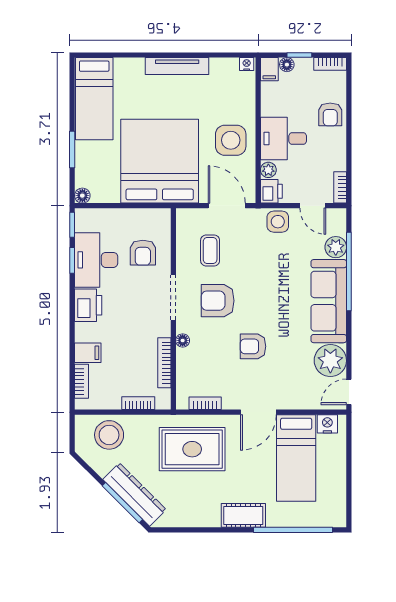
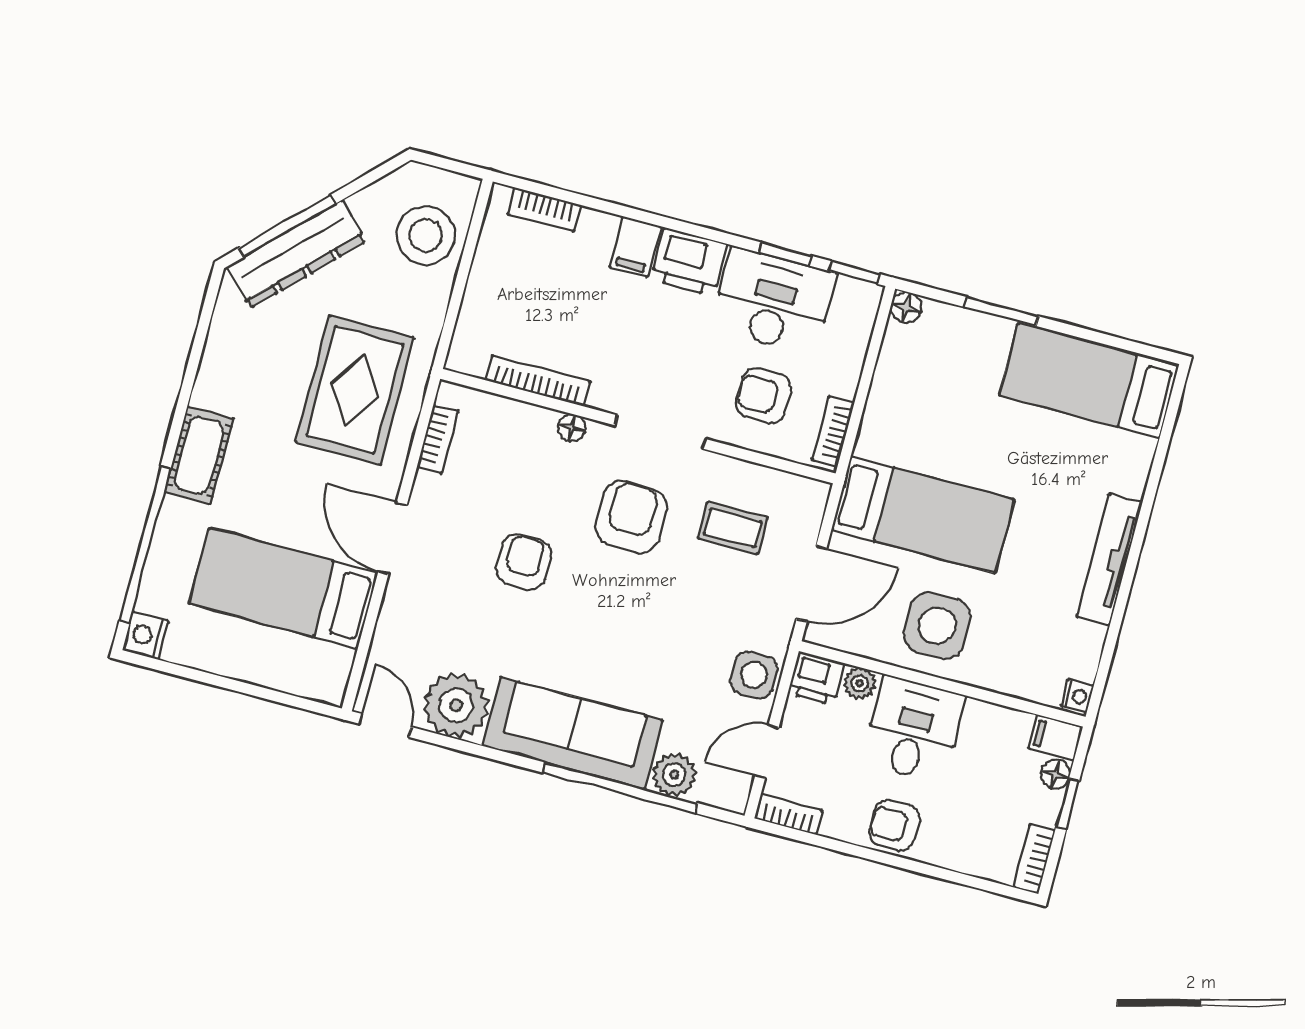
armchair: (330, 114) -> (894, 825), moved
bed: (160, 161) -> (923, 515), width x0.49
filing cabinet: (88, 353) -> (635, 247), moved
bookcase: (138, 403) -> (833, 431), moved, turned 180
nightstand: (327, 424) -> (145, 635), moved, turned 180

